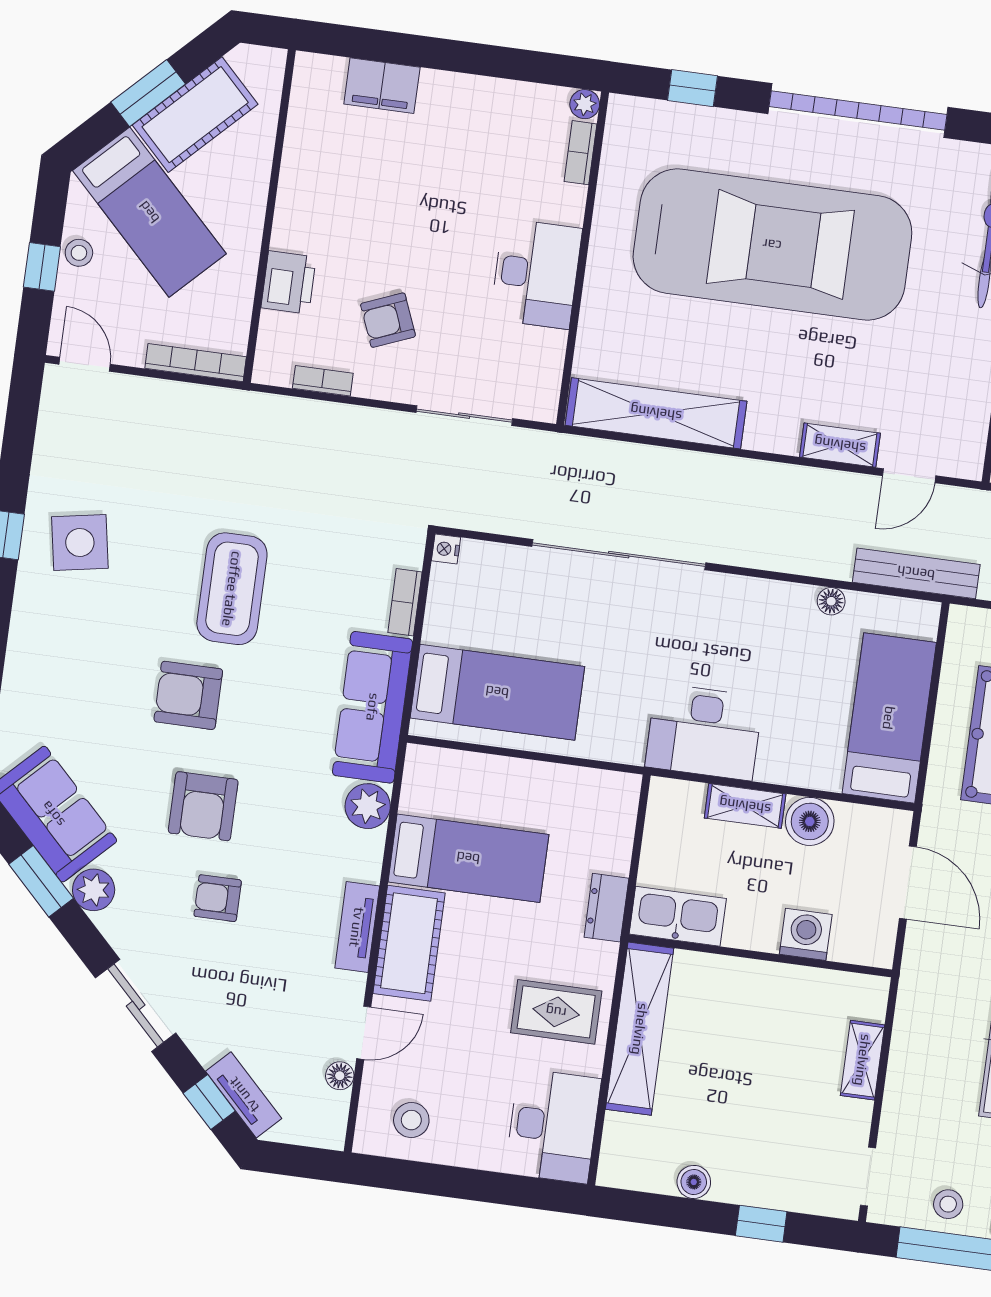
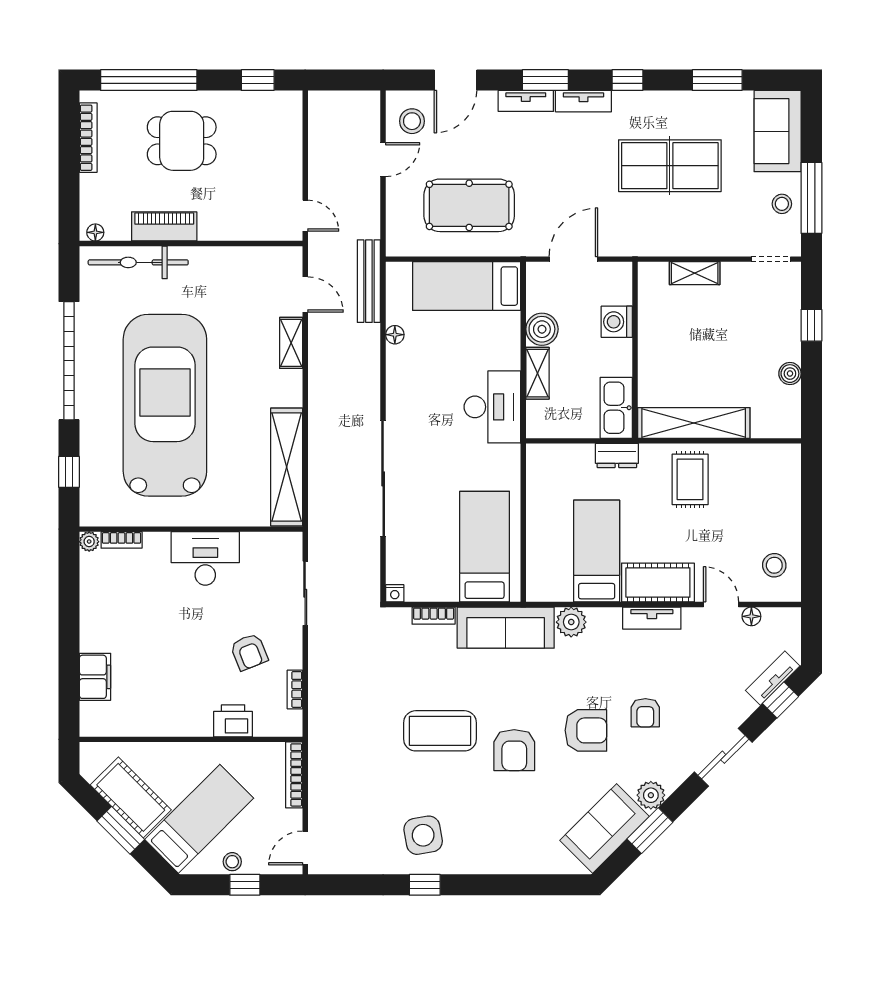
desk: (553, 1126) -> (766, 471), removed

